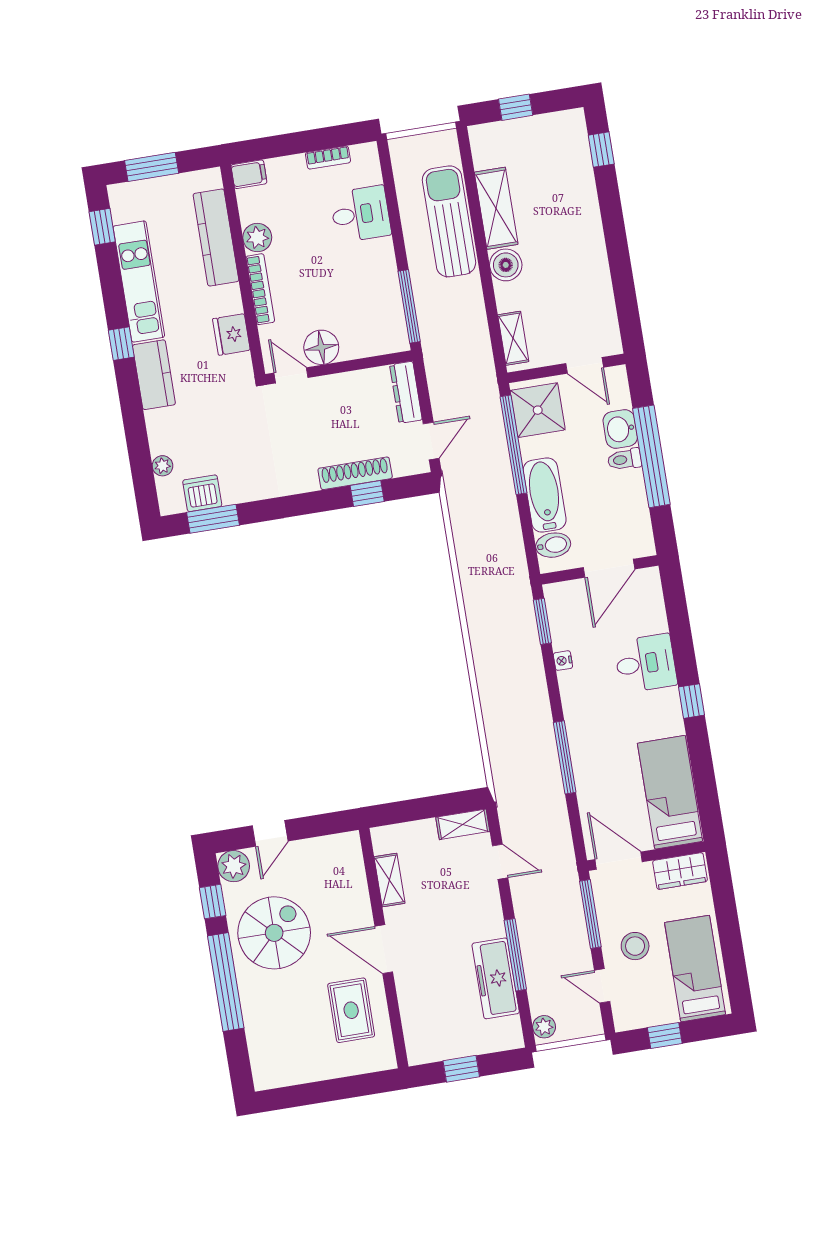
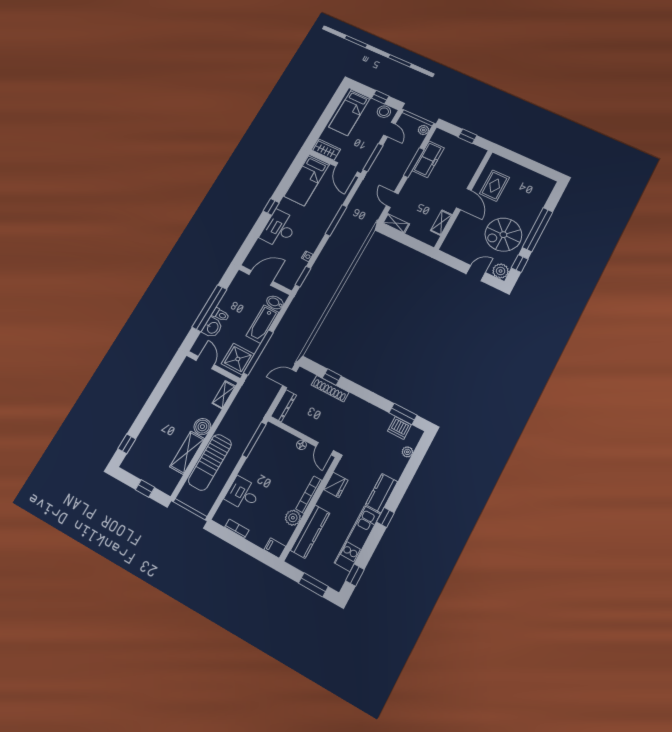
floor lamp: (321, 347) -> (301, 445), width x0.53, depth x0.53
desk: (646, 663) -> (279, 229), width x1.37
stool: (635, 946) -> (384, 112), moved

